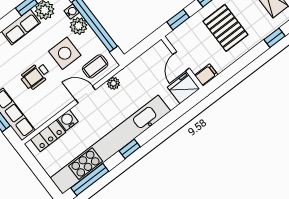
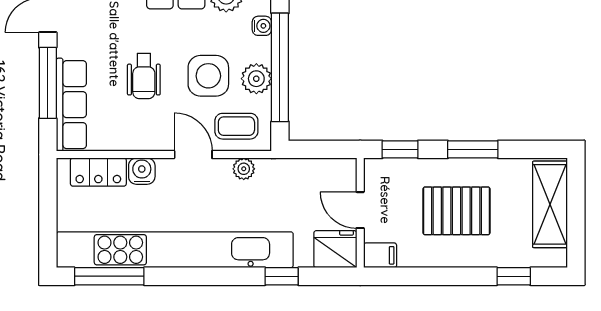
plant: (79, 26) -> (256, 79), moved
pallet: (225, 28) -> (456, 211), turned 90
door: (181, 61) -> (360, 210), hinge flipped
wheelchair: (35, 76) -> (144, 76), turned -90
window: (130, 149) -> (282, 276), moved

